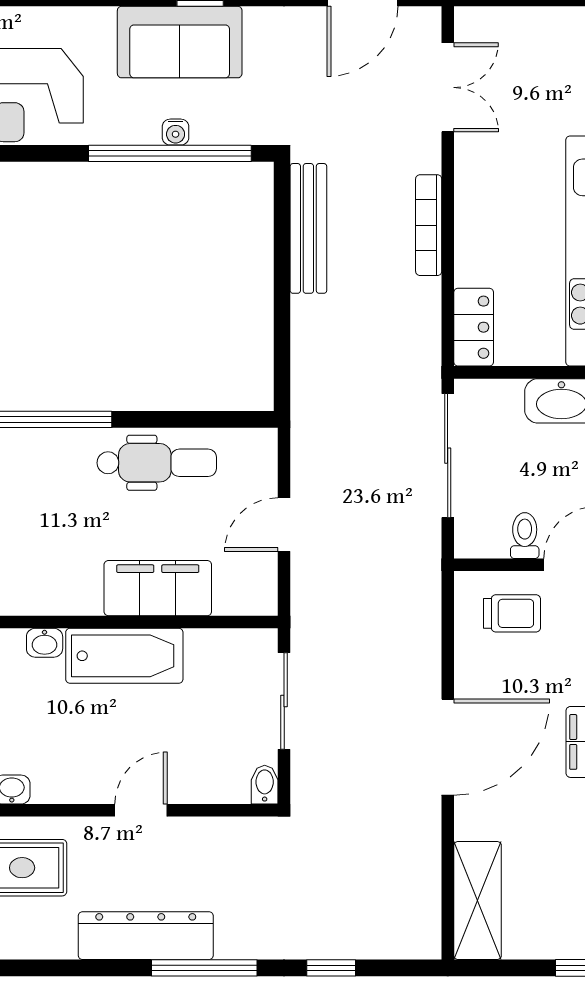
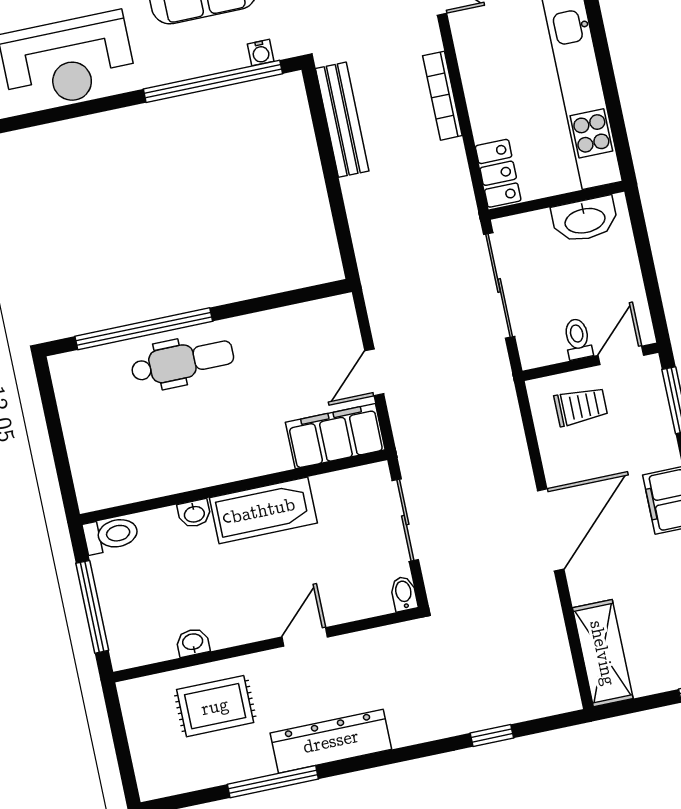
water cooler: (176, 132) -> (261, 53), moved
dental chair: (157, 463) -> (182, 362), moved
filing cabinet: (158, 588) -> (335, 436), moved
window: (204, 968) -> (273, 782), moved

